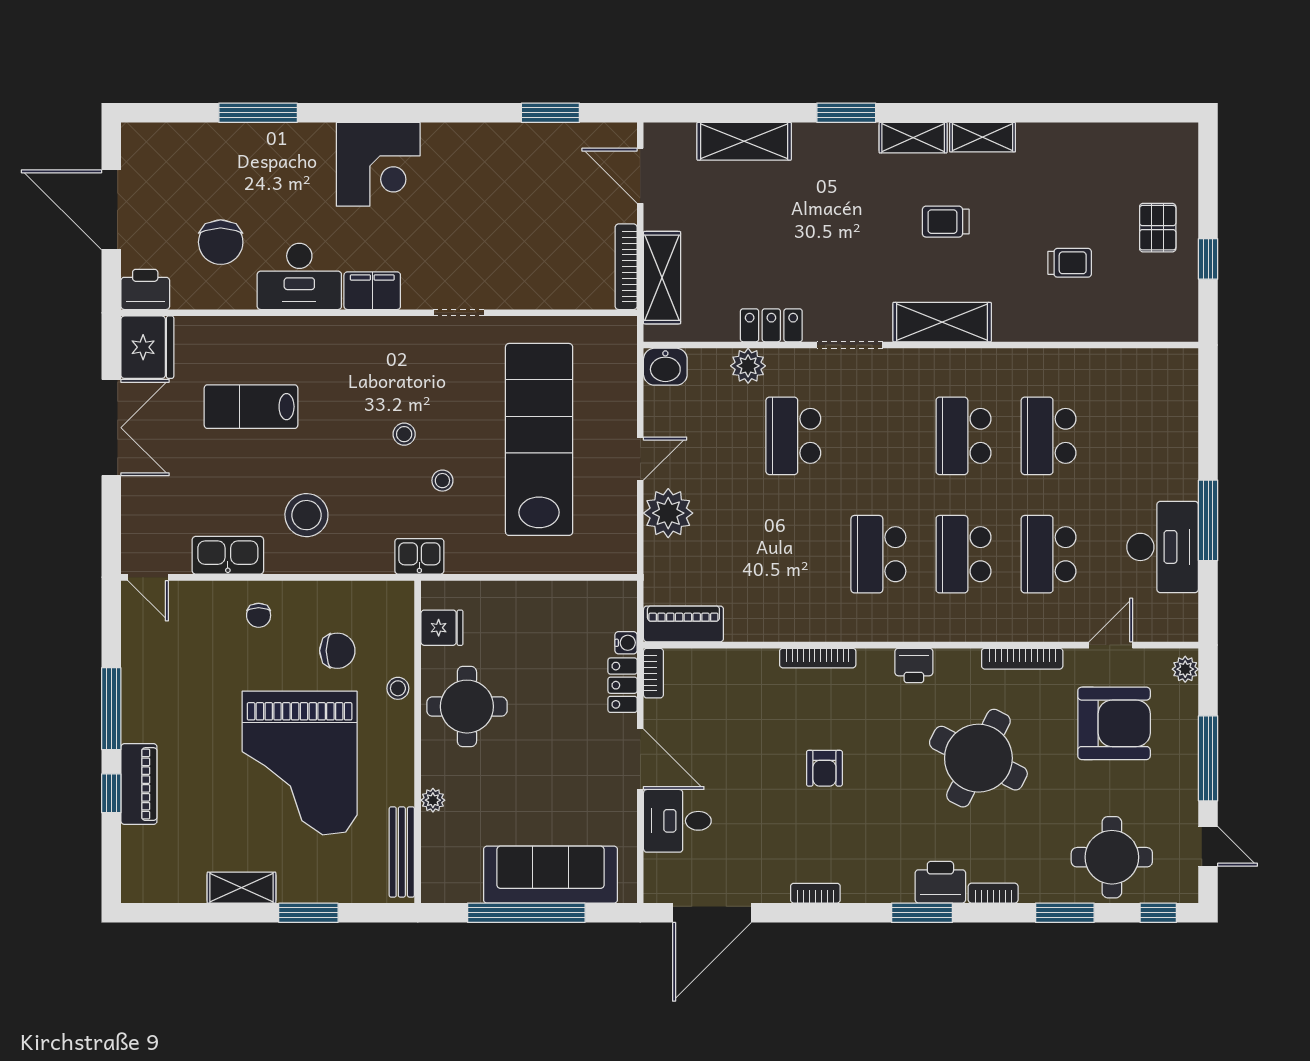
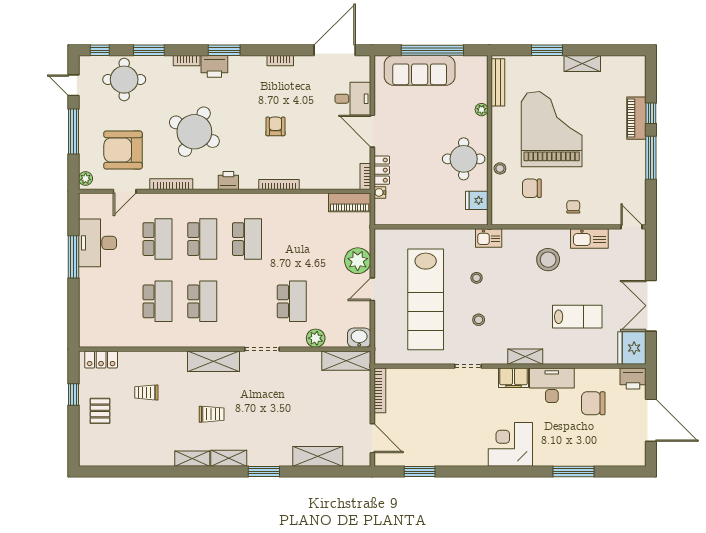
chair: (221, 242) -> (593, 403), turned -90
shelving: (662, 278) -> (346, 361), moved, turned 90
locker: (771, 325) -> (101, 360), moved
shelving: (350, 331) -> (525, 357), added
stool: (404, 434) -> (479, 320), moved

